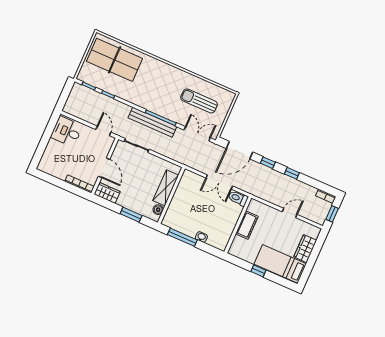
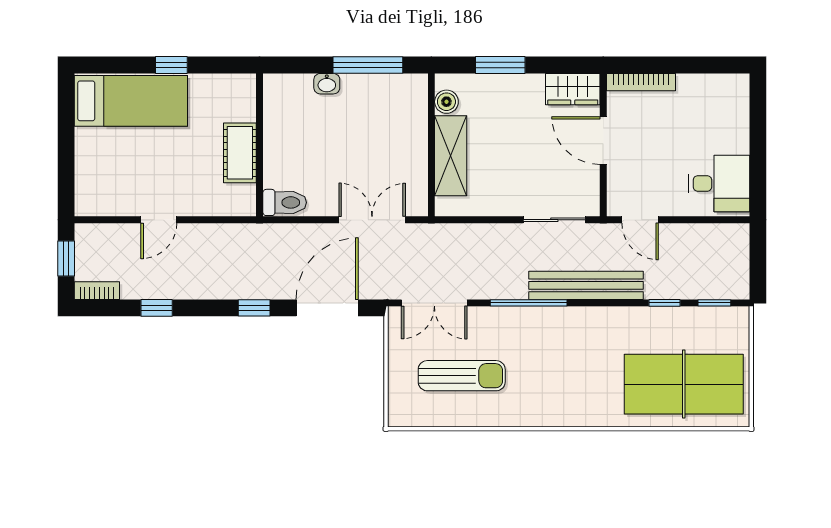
bench: (152, 122) -> (586, 285), moved
window: (292, 173) -> (157, 308), moved
double door: (219, 182) -> (372, 220), moved
wardrobe: (305, 249) -> (91, 158), removed

